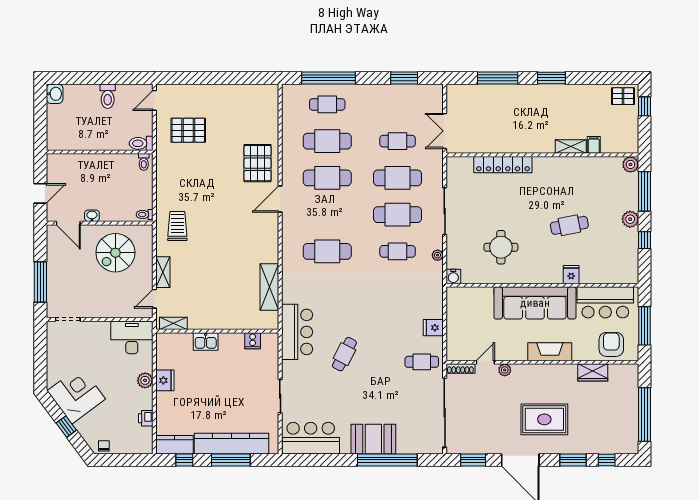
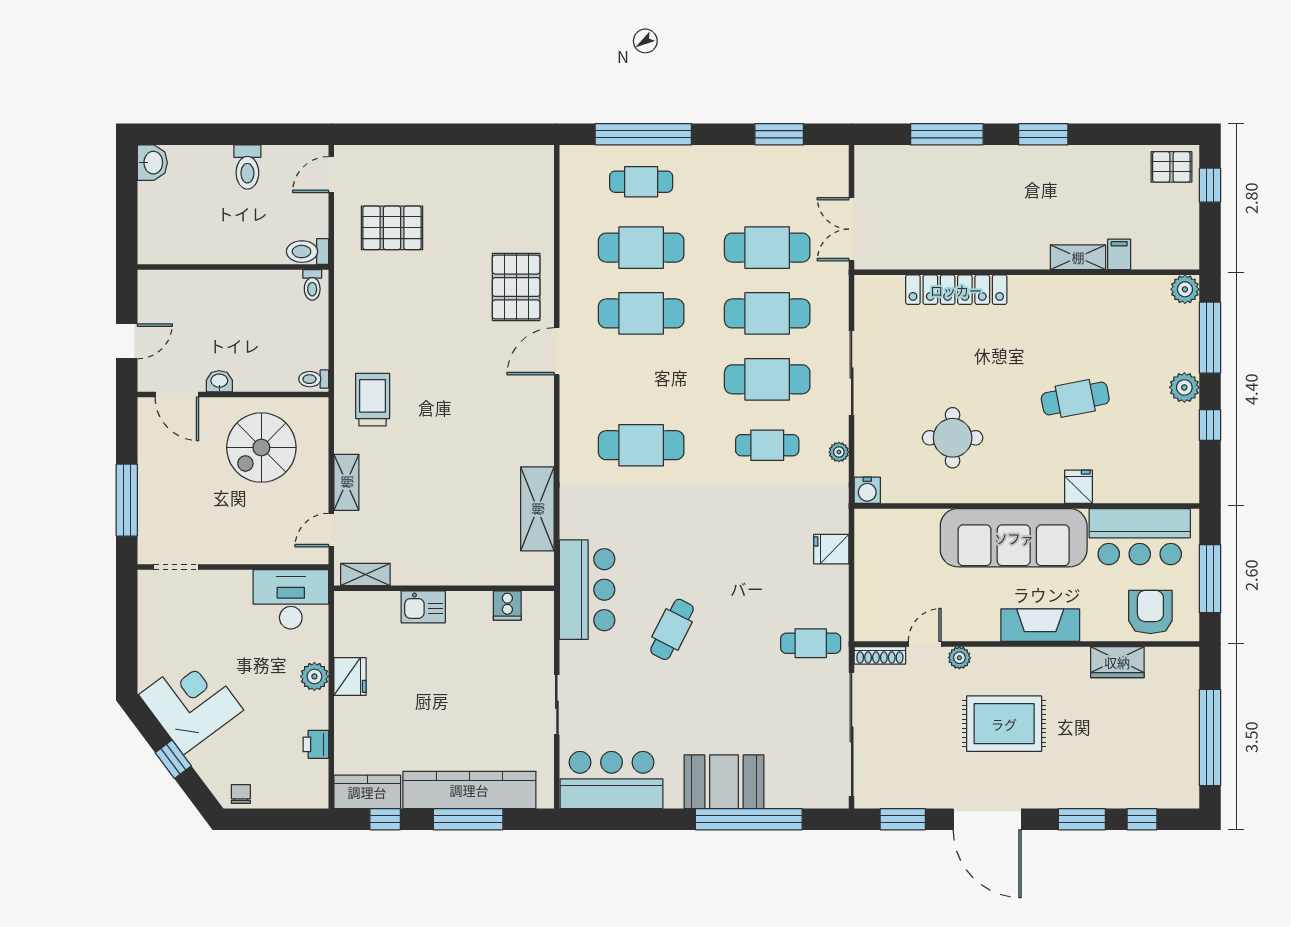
cafe table: (398, 141) -> (767, 248), width x1.37, depth x1.35
fridge: (433, 328) -> (831, 549), moved
rug: (544, 419) -> (1004, 724), moved

